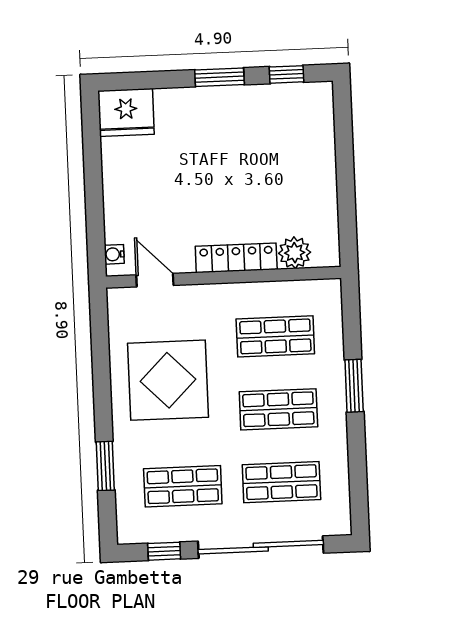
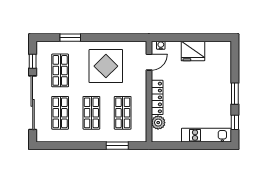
fridge: (126, 113) -> (193, 51), moved, turned -90
kitchen unit: (319, 139) -> (206, 135), added
window: (354, 386) -> (117, 146), moved

